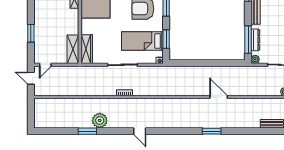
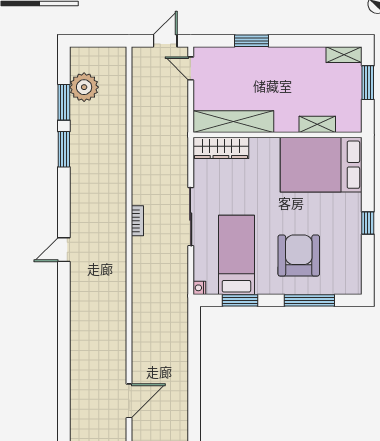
shelving: (73, 49) -> (233, 122), width x1.47
plant: (100, 120) -> (84, 87), moved
window: (212, 131) -> (64, 102), moved

